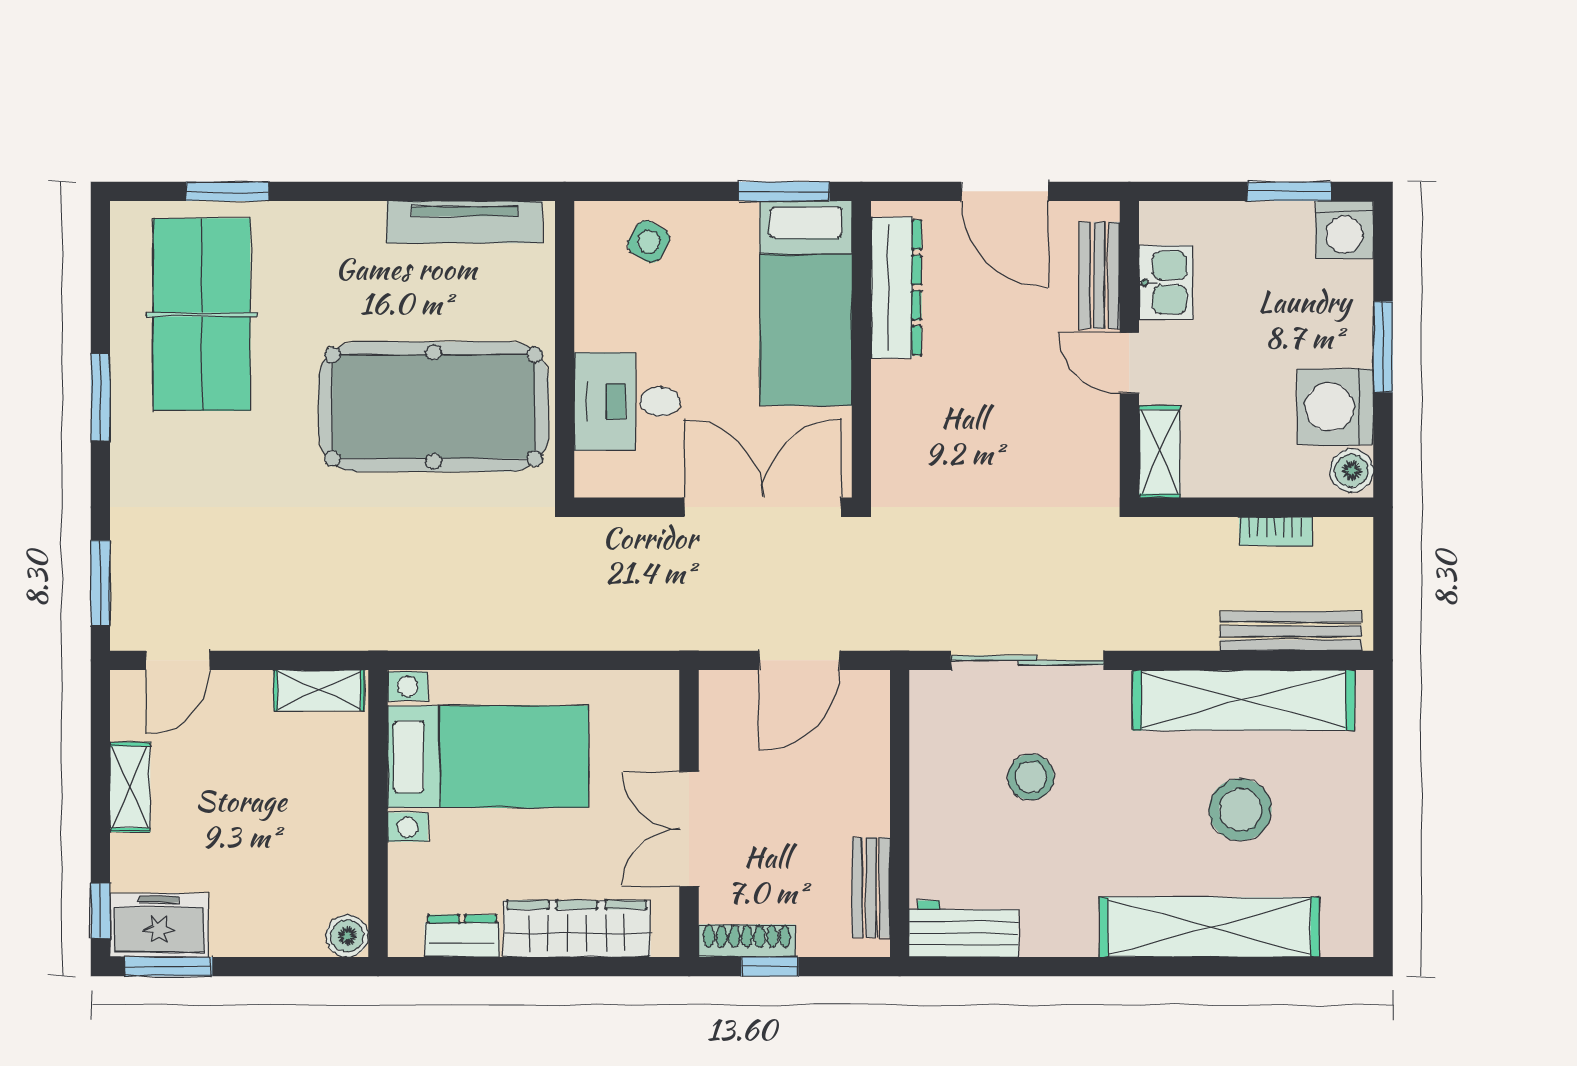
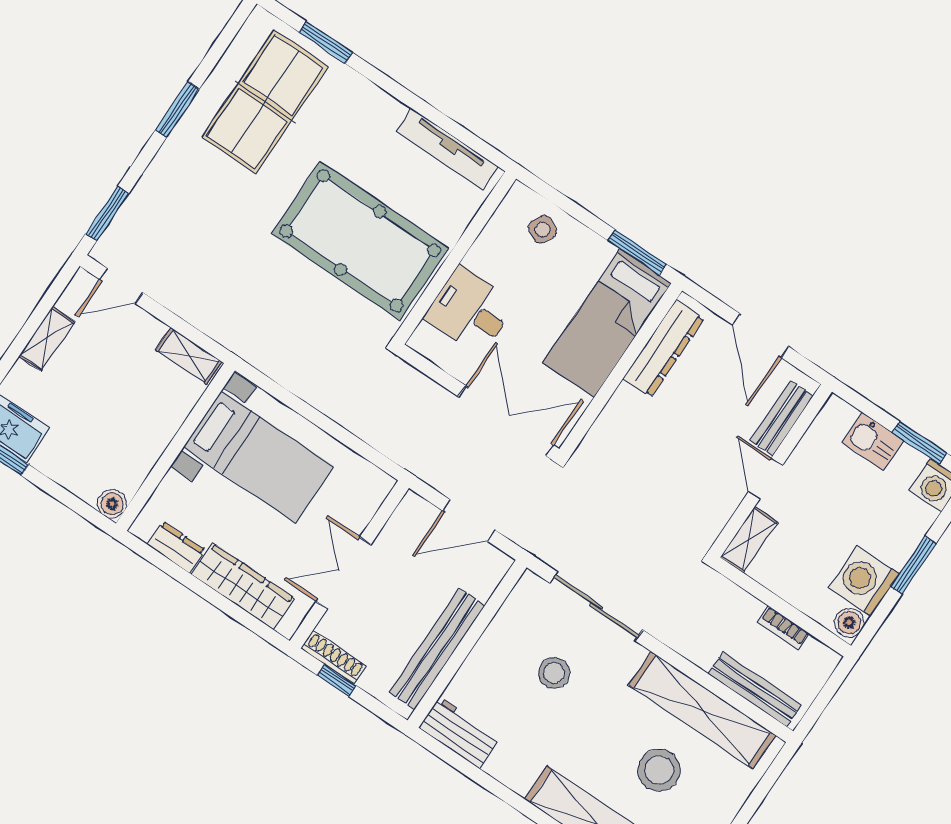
kitchen sink: (1166, 283) -> (873, 441), moved, turned 90
bench: (871, 888) -> (437, 649), width x1.86, depth x1.21

